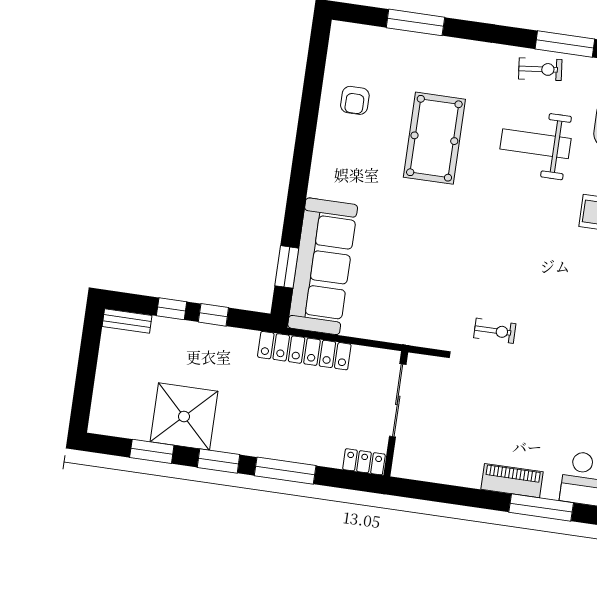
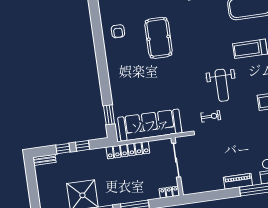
weight bench: (536, 144) -> (222, 85), moved, turned -90
sofa: (323, 266) -> (150, 125), moved, turned -90

